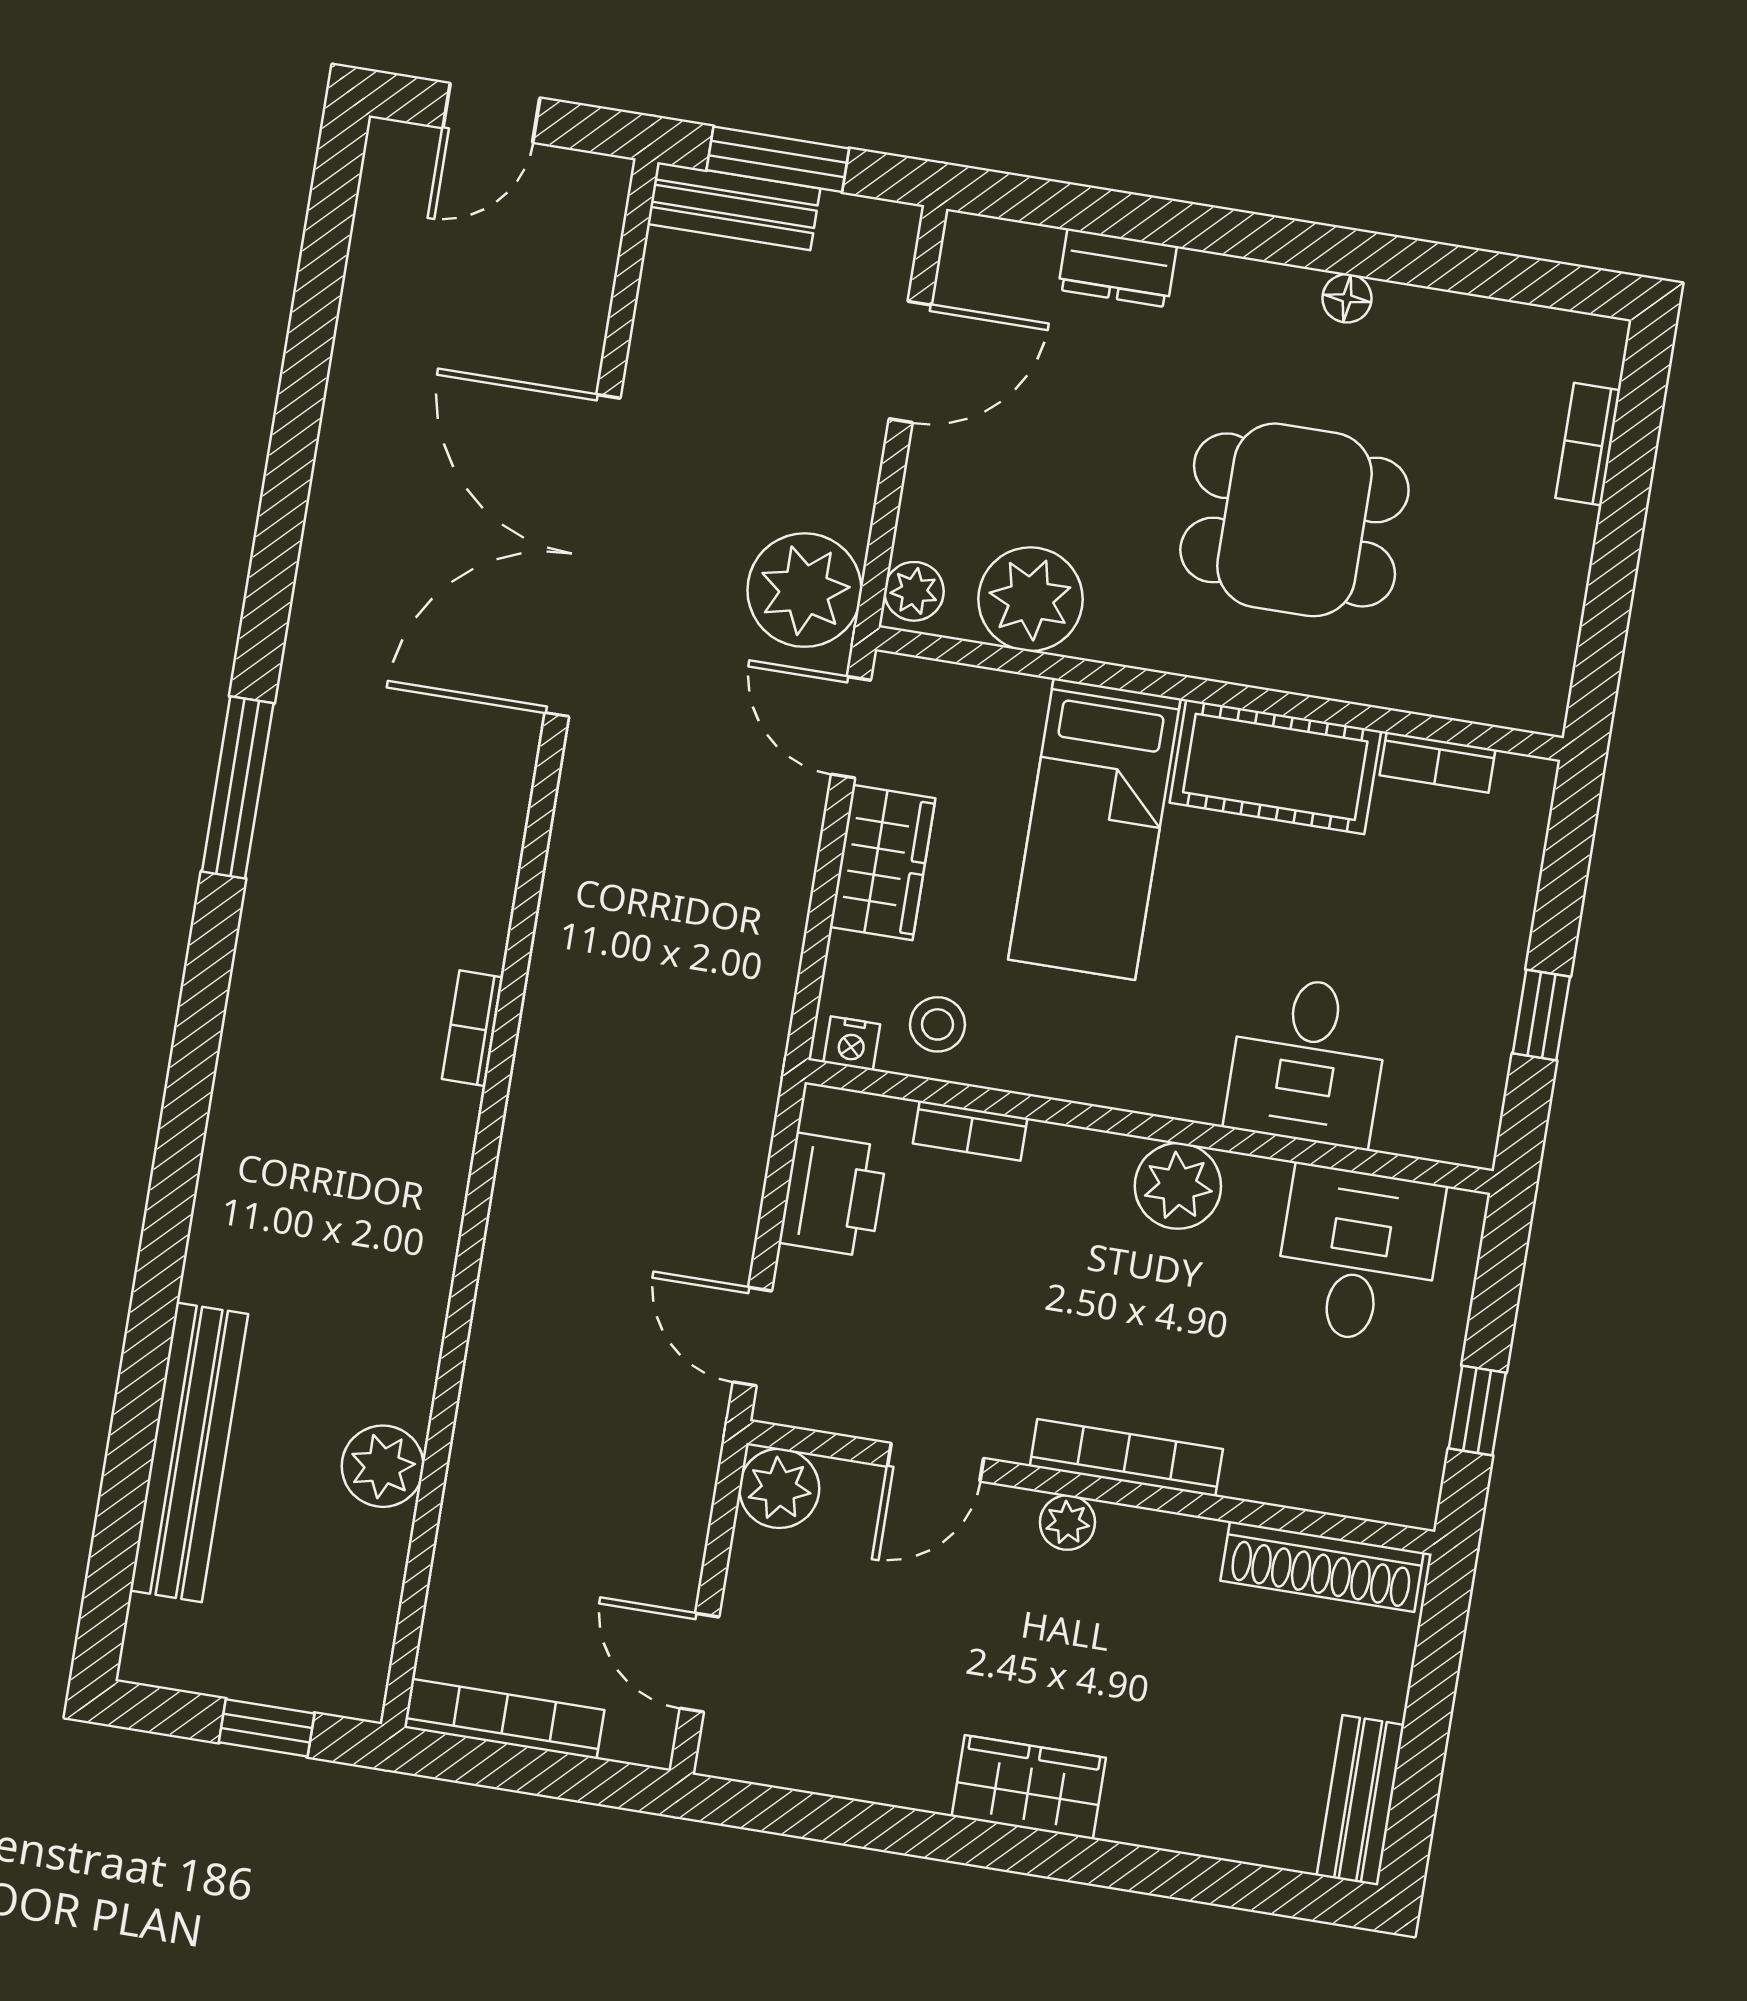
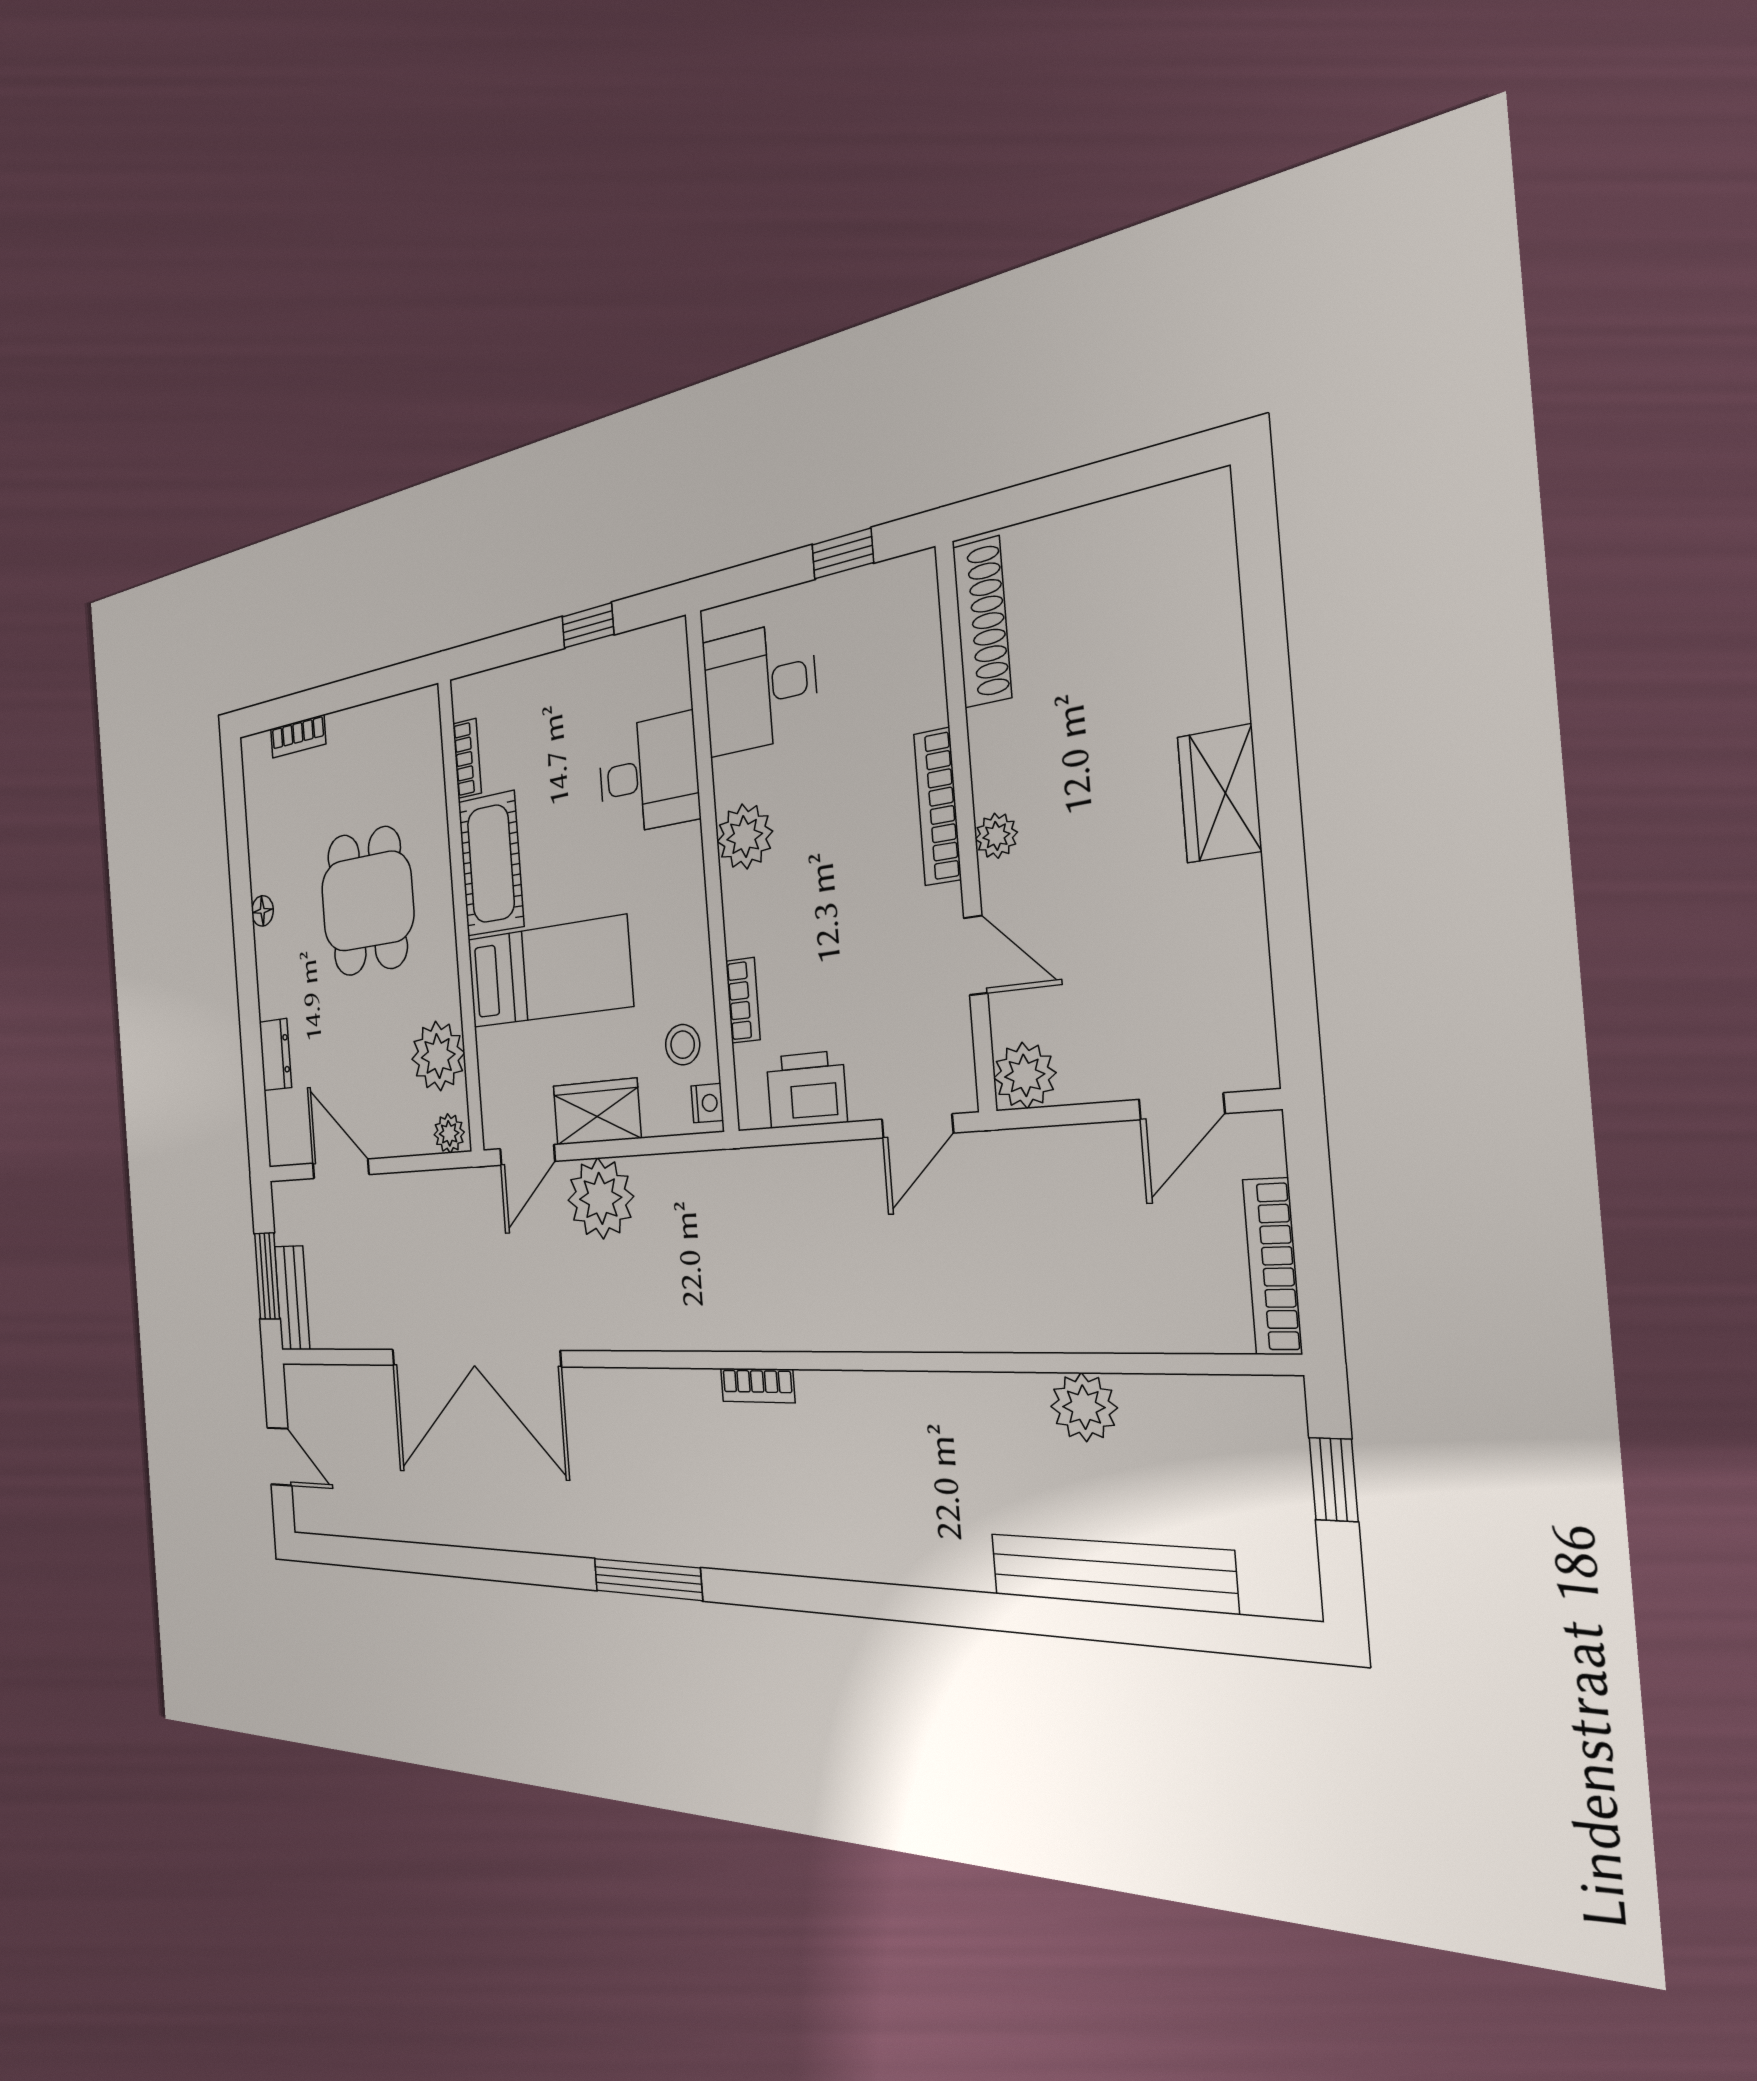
plant: (804, 590) -> (601, 1198), moved
bench: (1360, 1800) -> (1161, 511), removed

